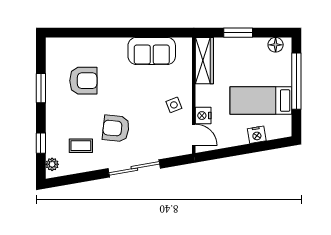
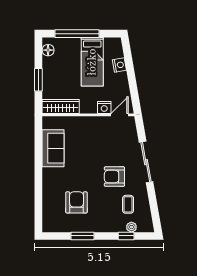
side table: (174, 105) -> (96, 131), removed
armchair: (116, 128) -> (114, 177), turned 84
plant: (52, 164) -> (131, 227), moved

